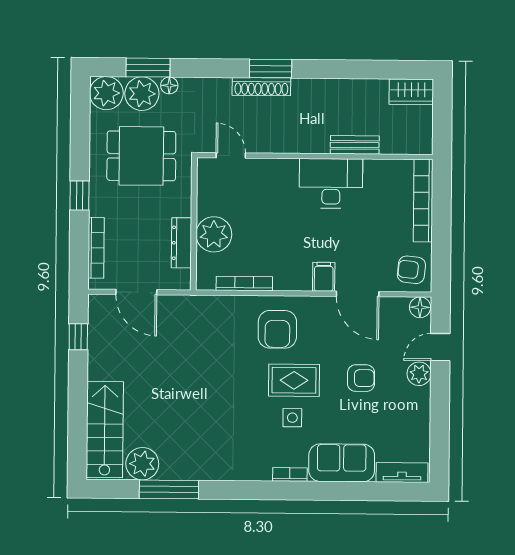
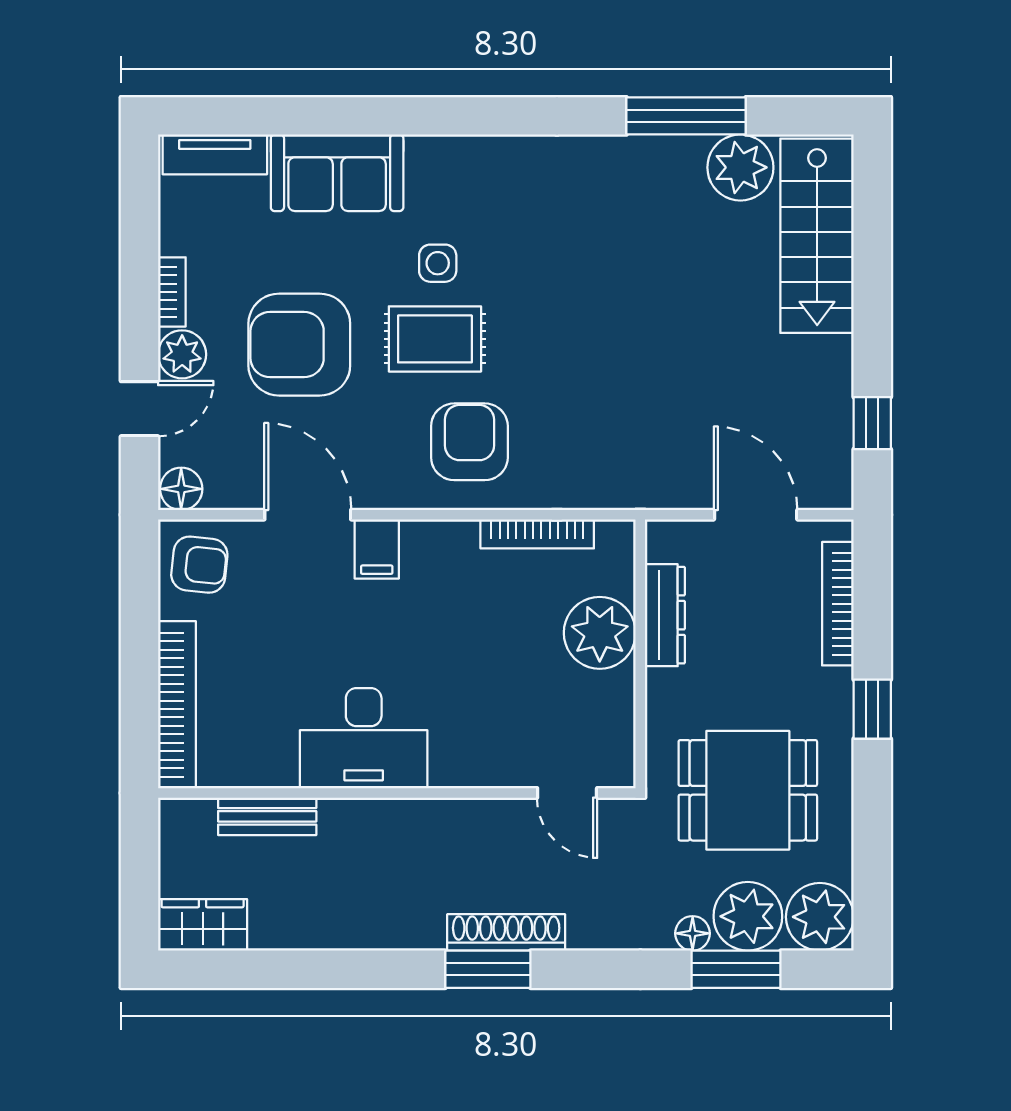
bench: (355, 145) -> (267, 816), moved
armchair: (361, 378) -> (299, 345), width x1.88, depth x1.88
bookcase: (290, 474) -> (172, 292), moved, turned -90

